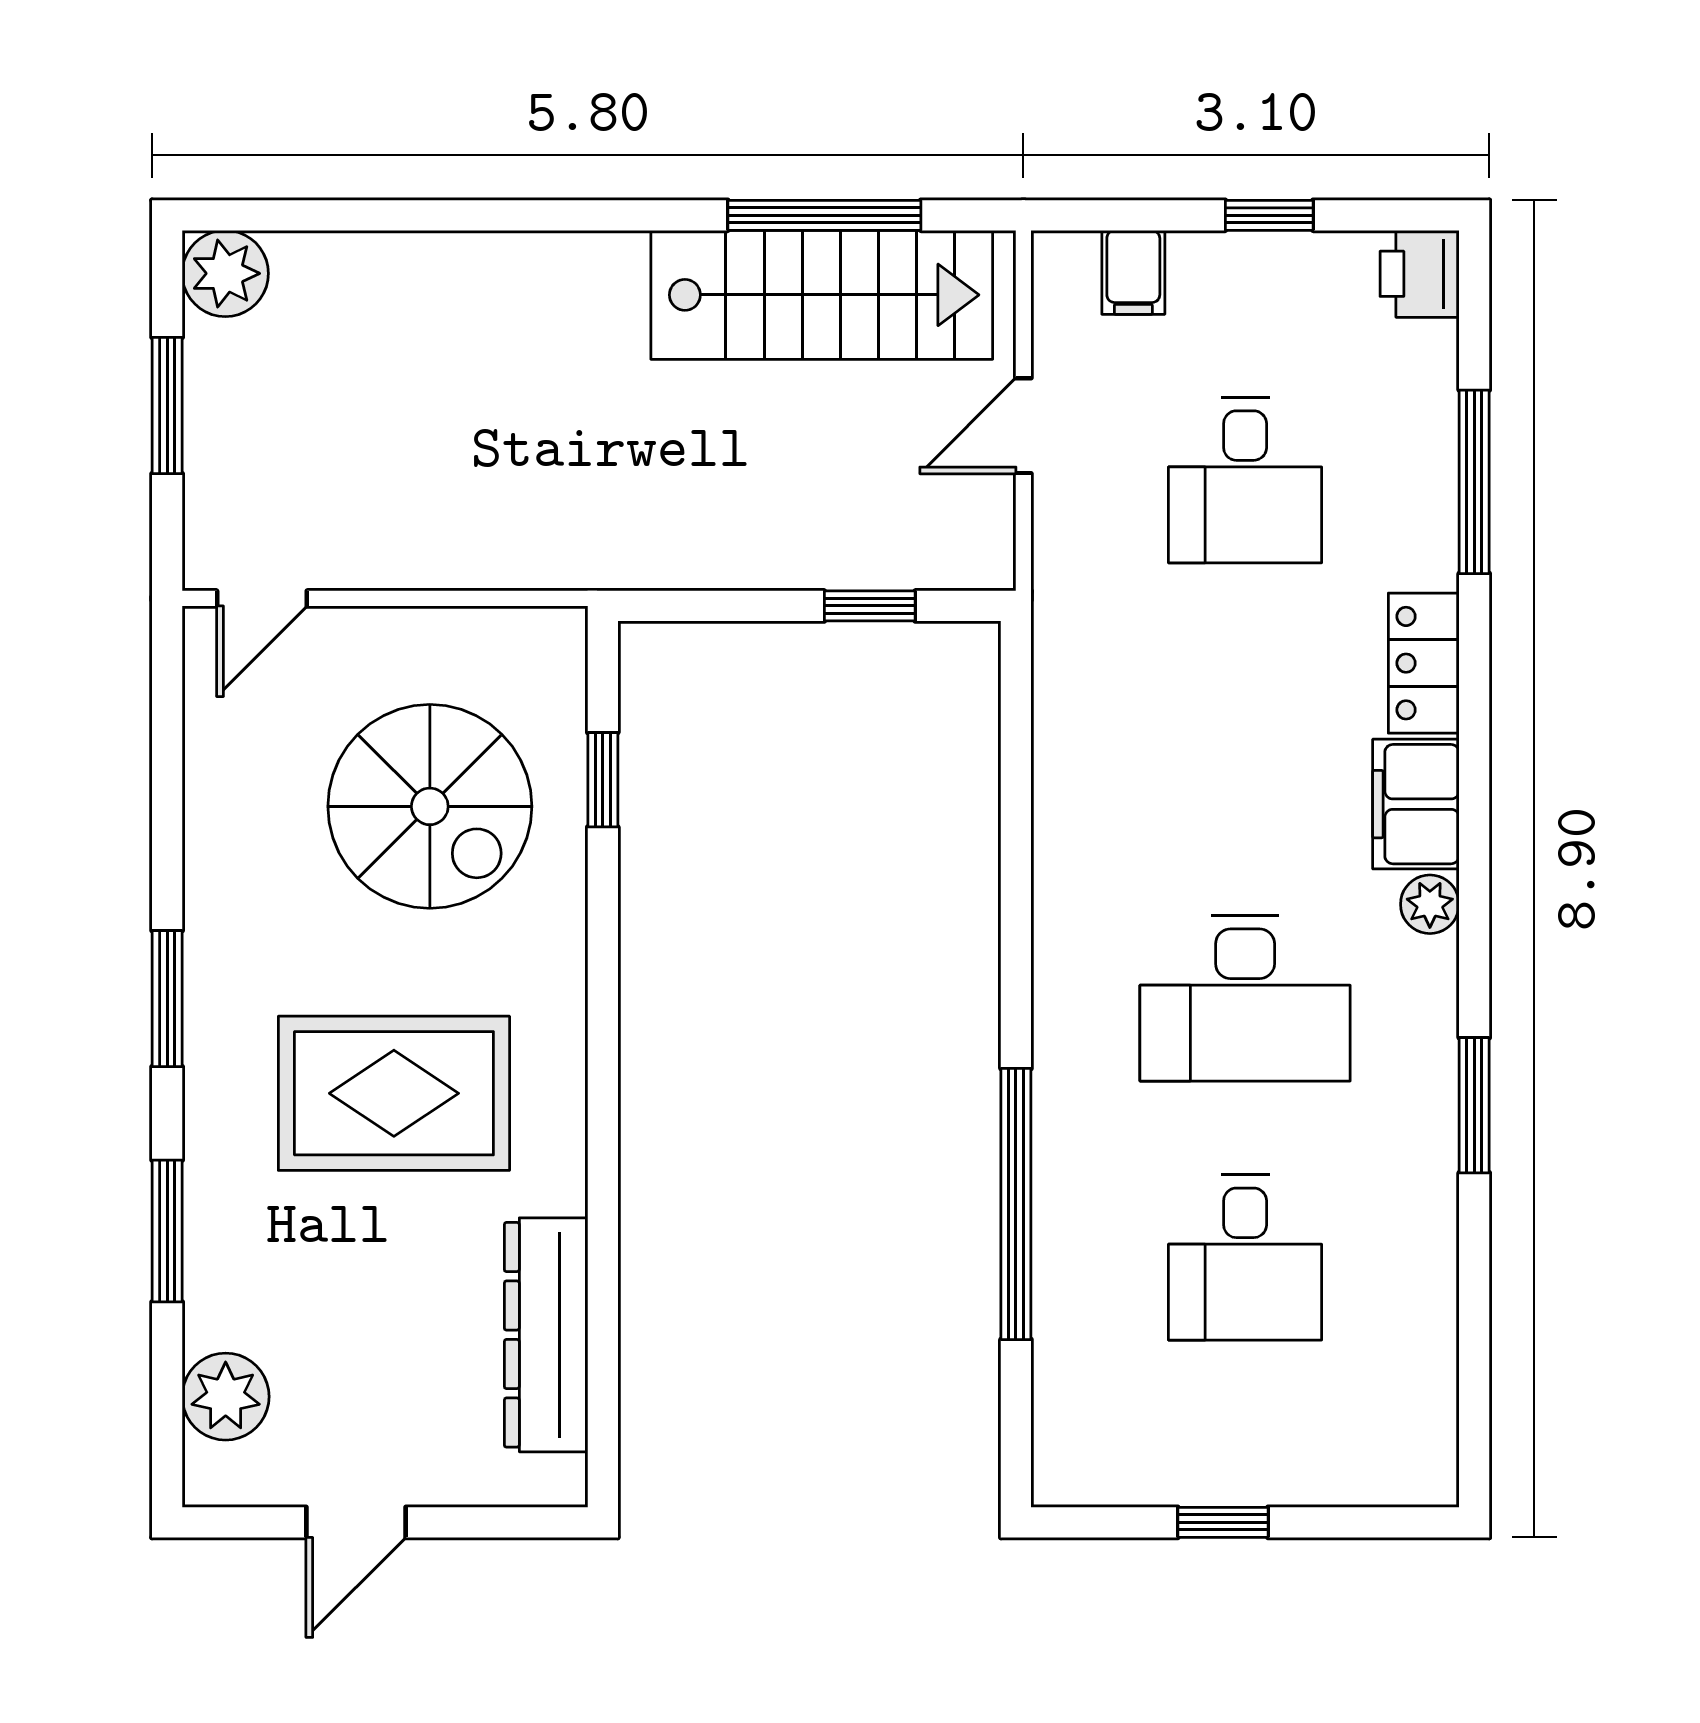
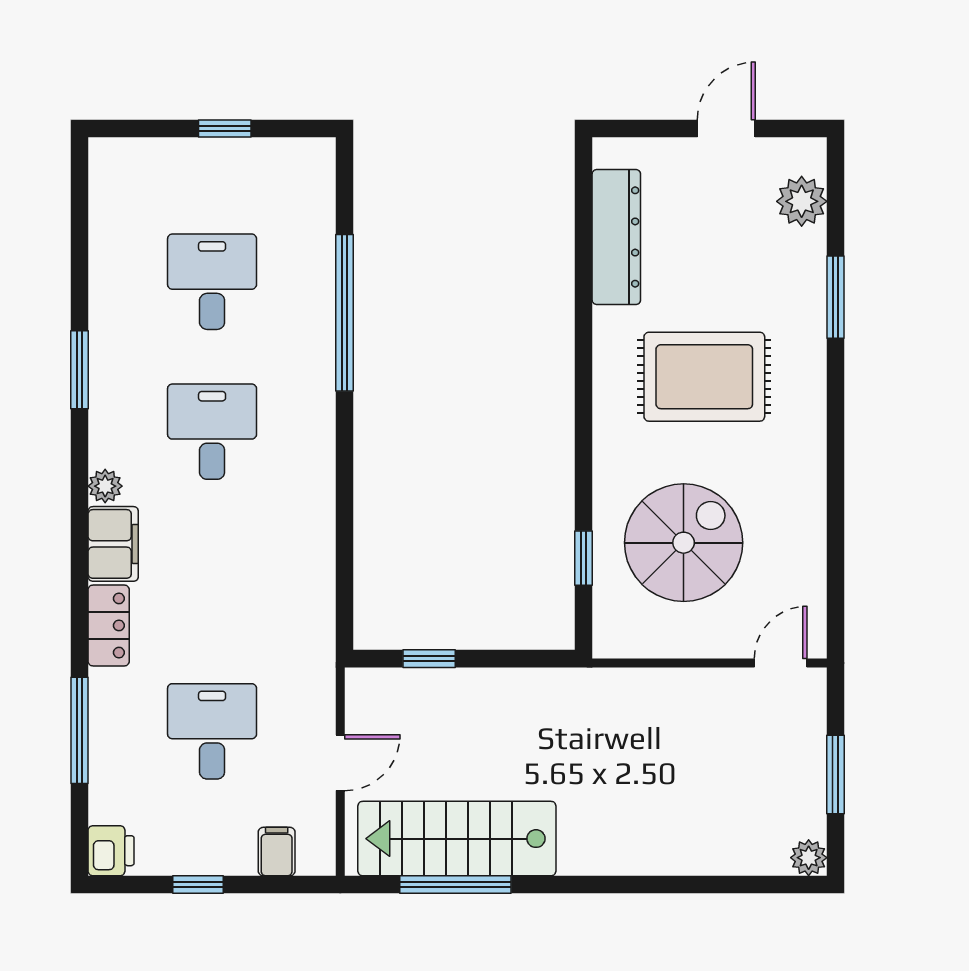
plant: (225, 273) -> (809, 858), width x0.73, depth x0.73
spiral stairs: (430, 806) -> (684, 543), turned 90
desk: (1245, 998) -> (212, 432), width x0.73
window: (167, 999) -> (836, 431), removed

